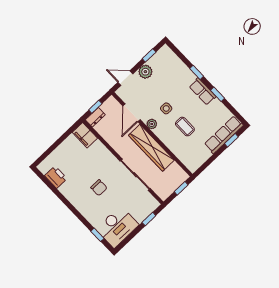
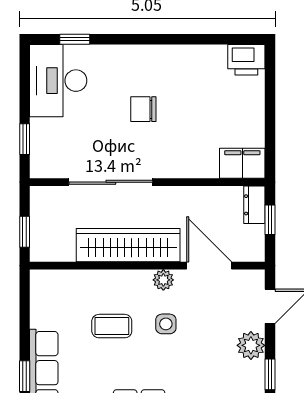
printer: (56, 177) -> (246, 60), moved

